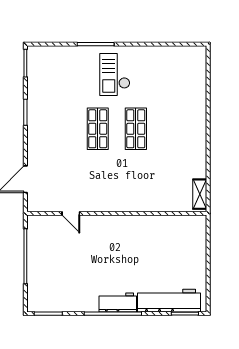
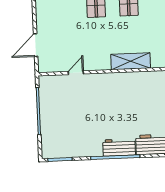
shelving: (135, 203) -> (131, 61), added
door: (71, 213) -> (76, 73), swing flipped

